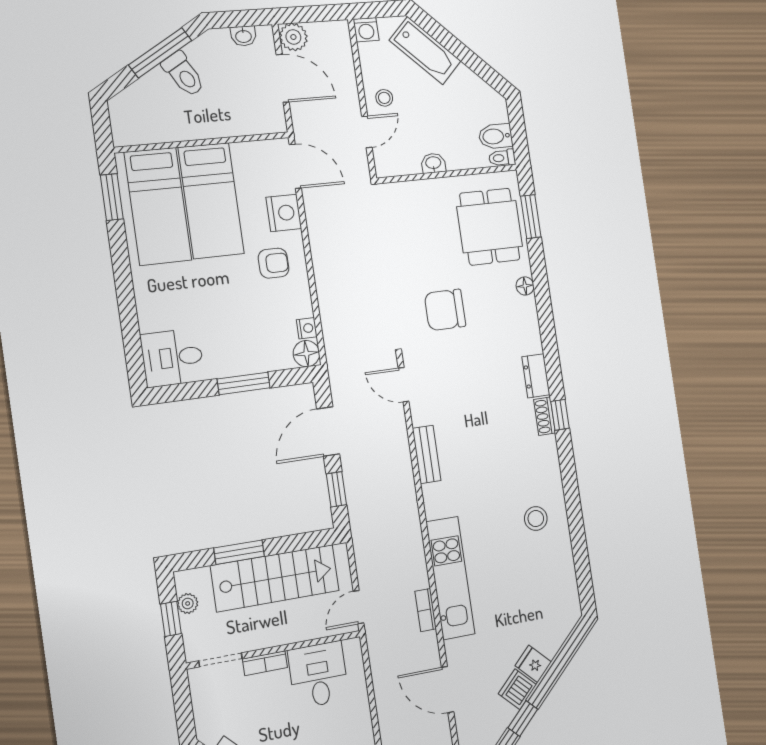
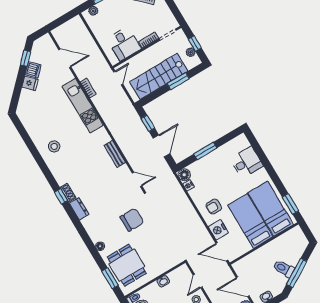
desk: (173, 358) -> (246, 162), moved

